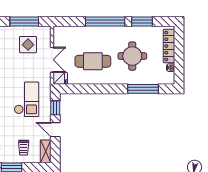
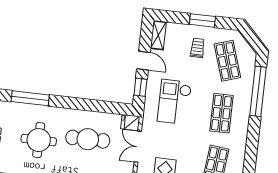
trolley: (24, 148) -> (197, 48), moved

